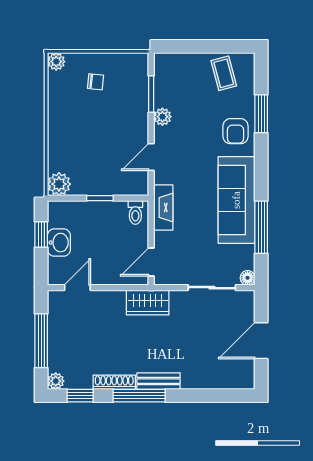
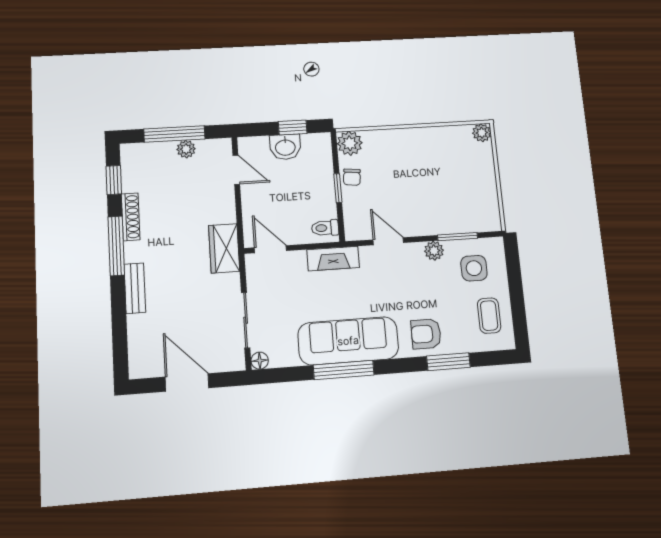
coffee table: (224, 73) -> (489, 316), turned -75
chair: (96, 82) -> (352, 177), moved
side table: (181, 82) -> (474, 268), added
window: (261, 227) -> (344, 370), moved
plant: (56, 381) -> (186, 149), moved
bench: (159, 381) -> (135, 288), moved

